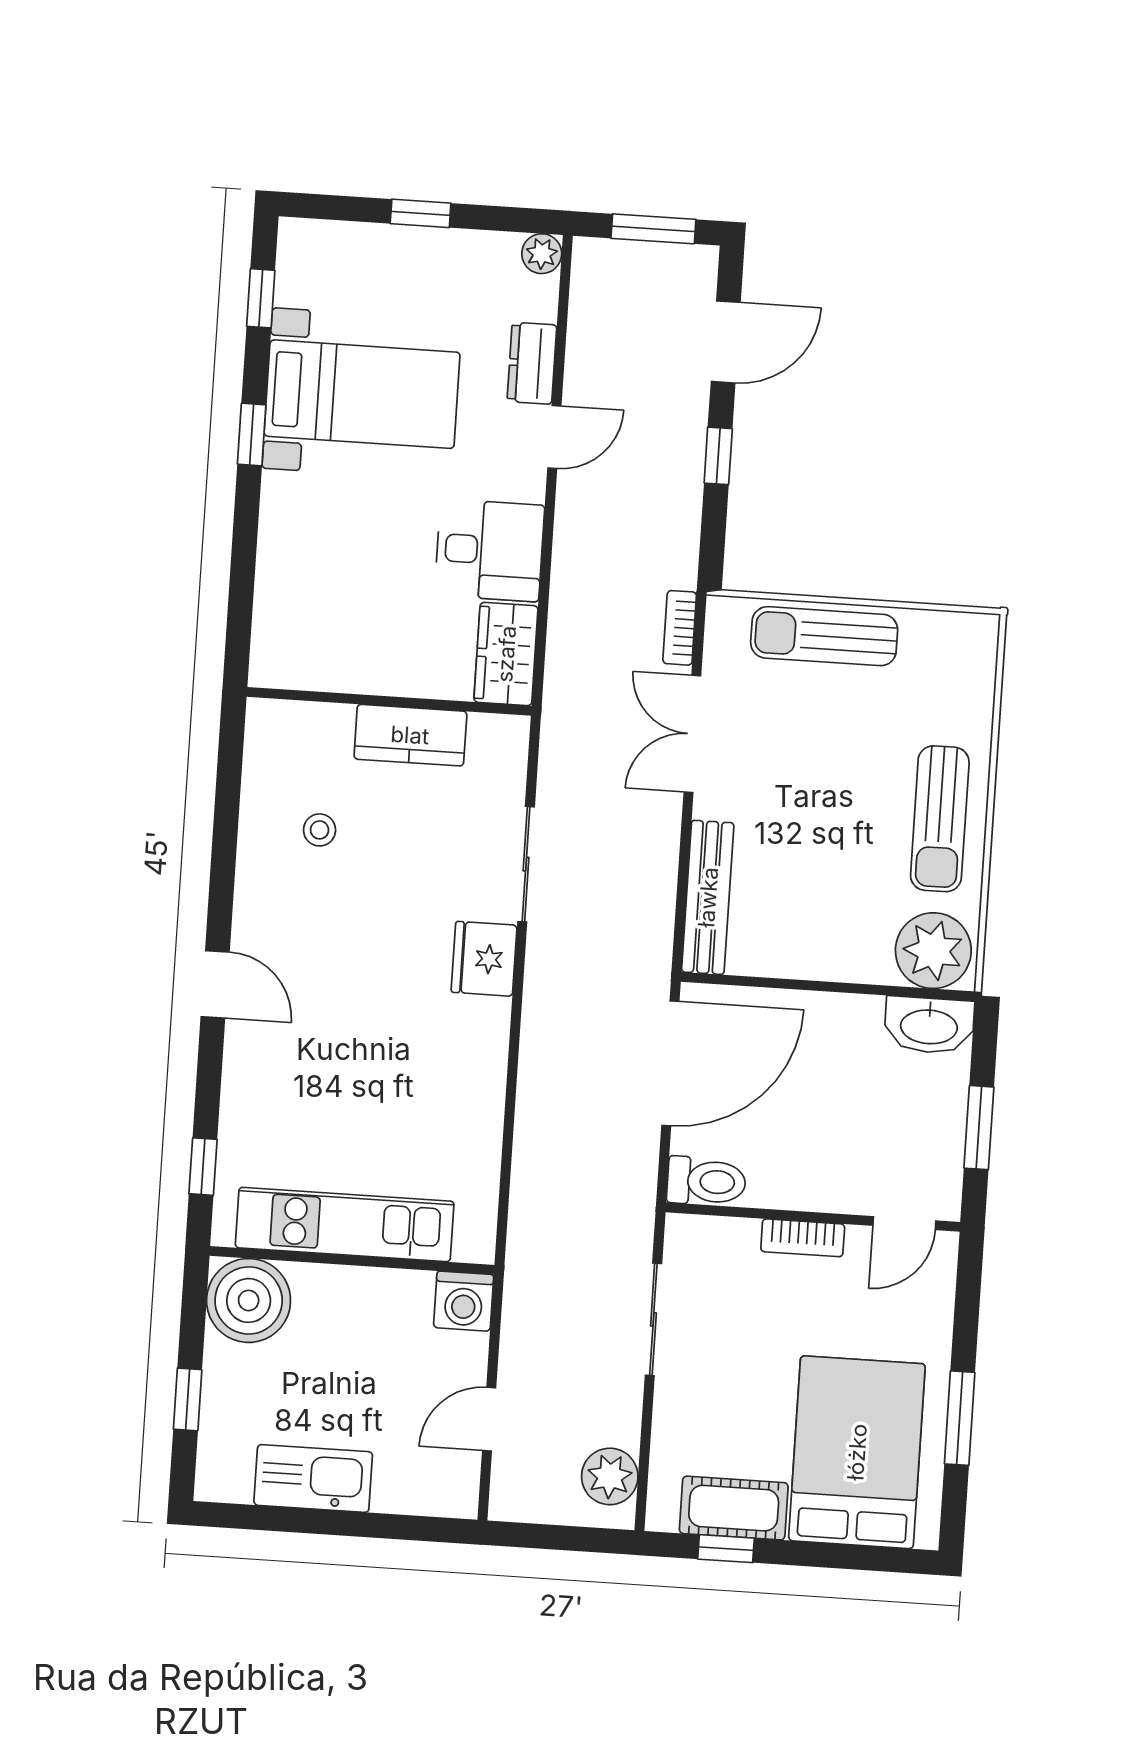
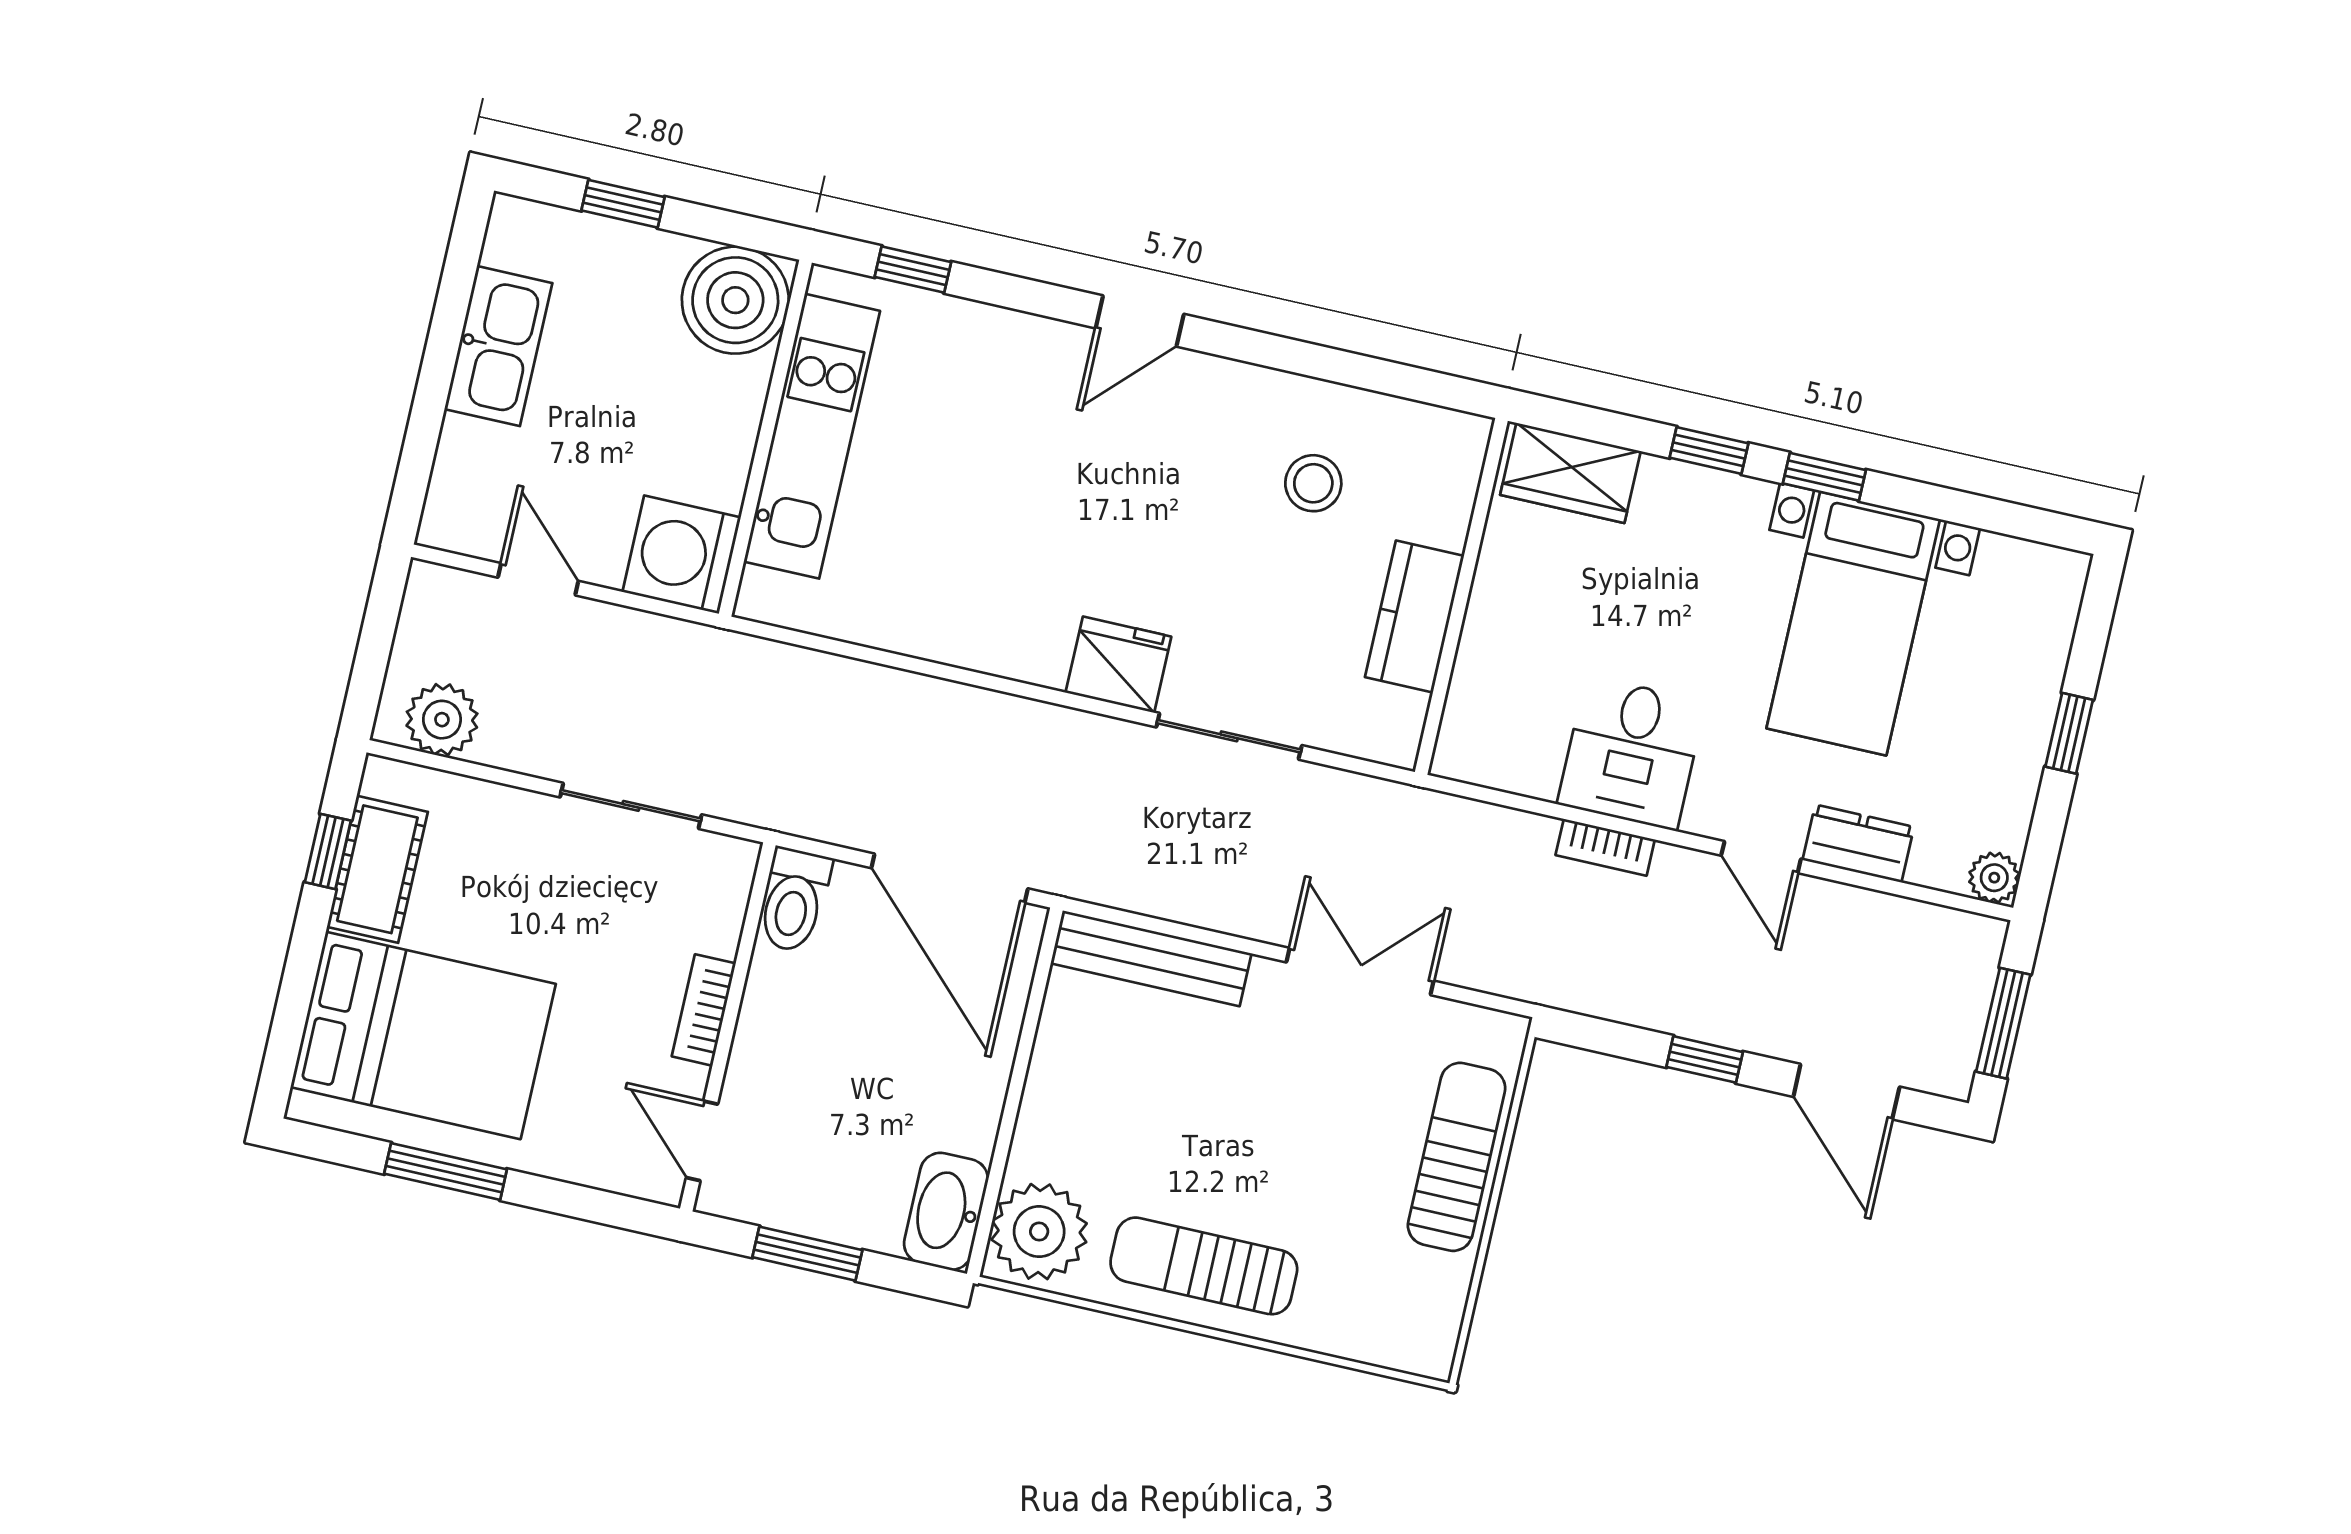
window: (261, 298) -> (1709, 450), moved
bookcase: (680, 628) -> (1605, 847), moved, turned 180
wardrobe: (506, 654) -> (1570, 473), moved, turned 180
stool: (320, 830) -> (1313, 483), width x1.37, depth x1.37
washing machine: (464, 1301) -> (682, 555), width x1.37, depth x1.37

